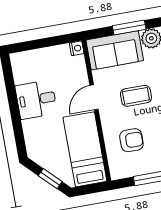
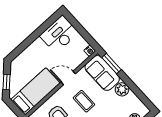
window: (129, 28) -> (112, 64), moved
desk: (36, 100) -> (59, 34), moved, width x1.37

